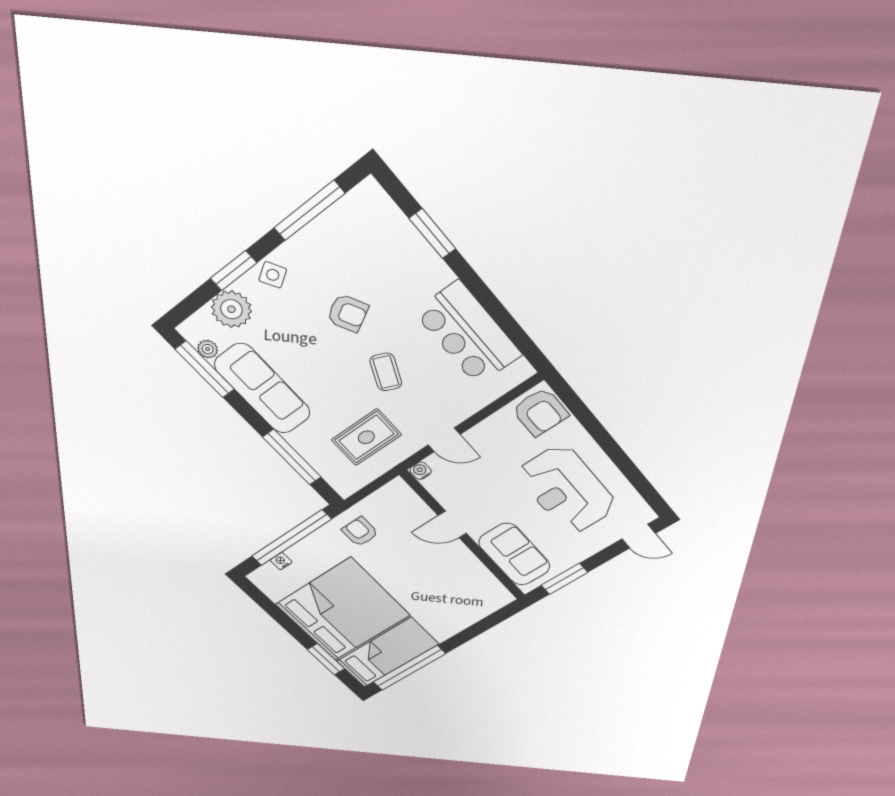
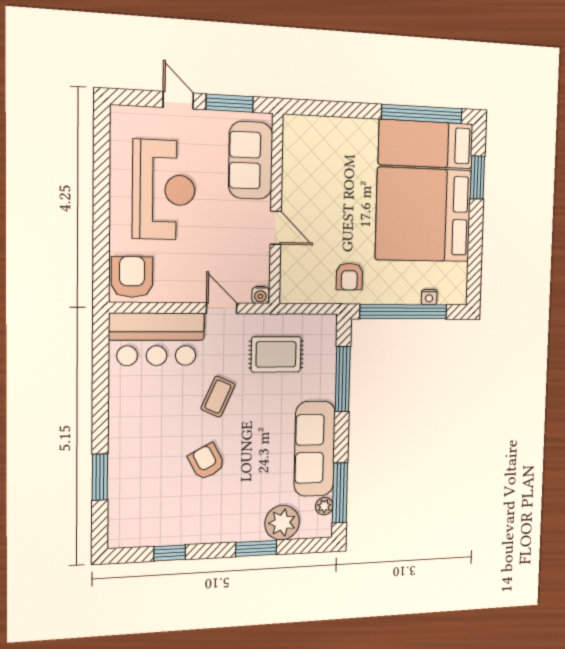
window: (309, 211) -> (170, 553), width x0.46
side table: (273, 275) -> (233, 527), removed
bar counter: (468, 334) -> (157, 339), moved, turned 90
door: (639, 536) -> (178, 100), moved

